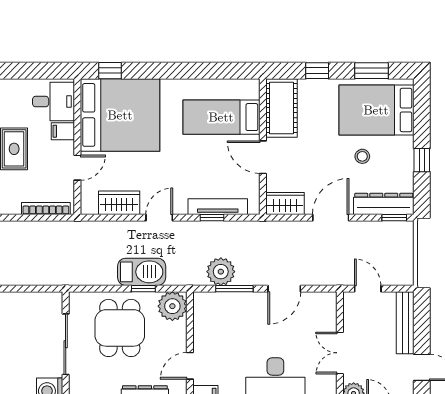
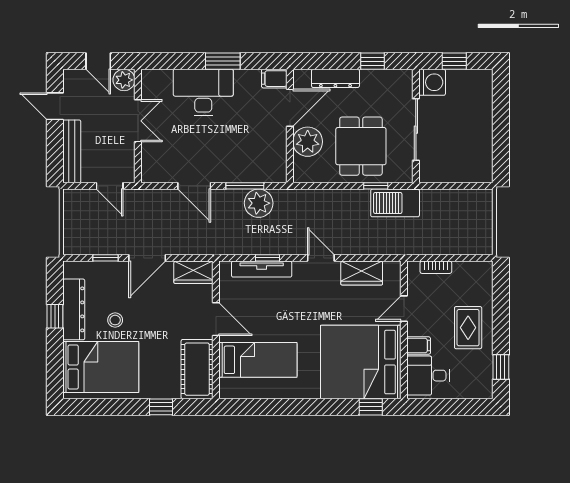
window: (372, 71) -> (106, 407), removed
dresser: (384, 204) -> (74, 309), moved, turned -90
bookcase: (46, 208) -> (436, 267), width x0.64
door: (159, 218) -> (321, 258), swing flipped
window: (394, 218) -> (105, 258), moved
barbecue: (142, 272) -> (395, 203), moved
window: (143, 289) -> (376, 186), moved
door: (284, 289) -> (194, 186), swing flipped
plant: (172, 306) -> (308, 142), moved
door: (190, 366) -> (290, 108), width x1.38

